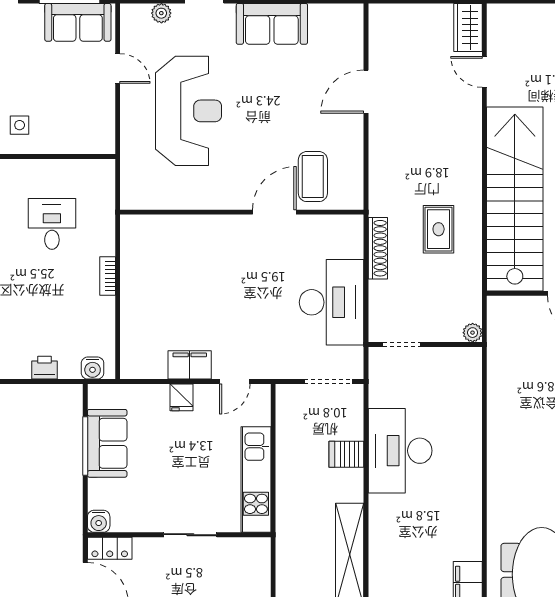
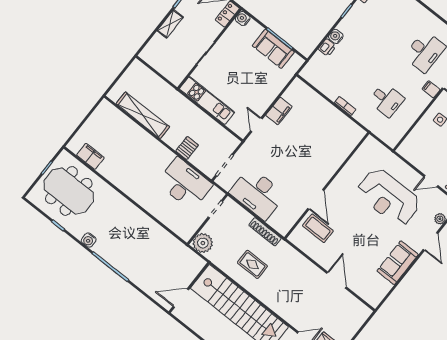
plant: (473, 333) -> (203, 243), width x1.88, depth x1.88
water cooler: (93, 368) -> (336, 36), moved
fridge: (181, 397) -> (268, 96), removed
desk: (400, 451) -> (185, 184), moved

